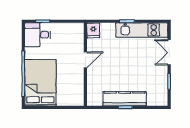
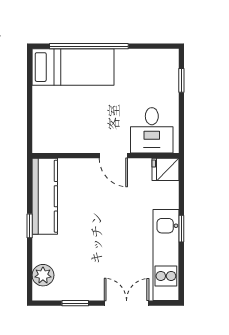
desk: (38, 35) -> (152, 130), moved, turned 180
bed: (40, 83) -> (73, 67), width x0.67
kitchen counter: (125, 99) -> (45, 196), moved
plant: (153, 100) -> (43, 275), added

